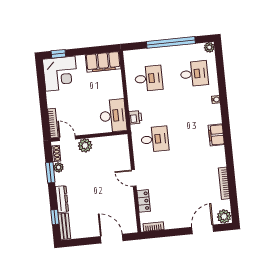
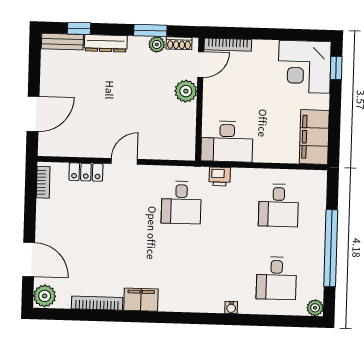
filing cabinet: (216, 135) -> (141, 300), moved

